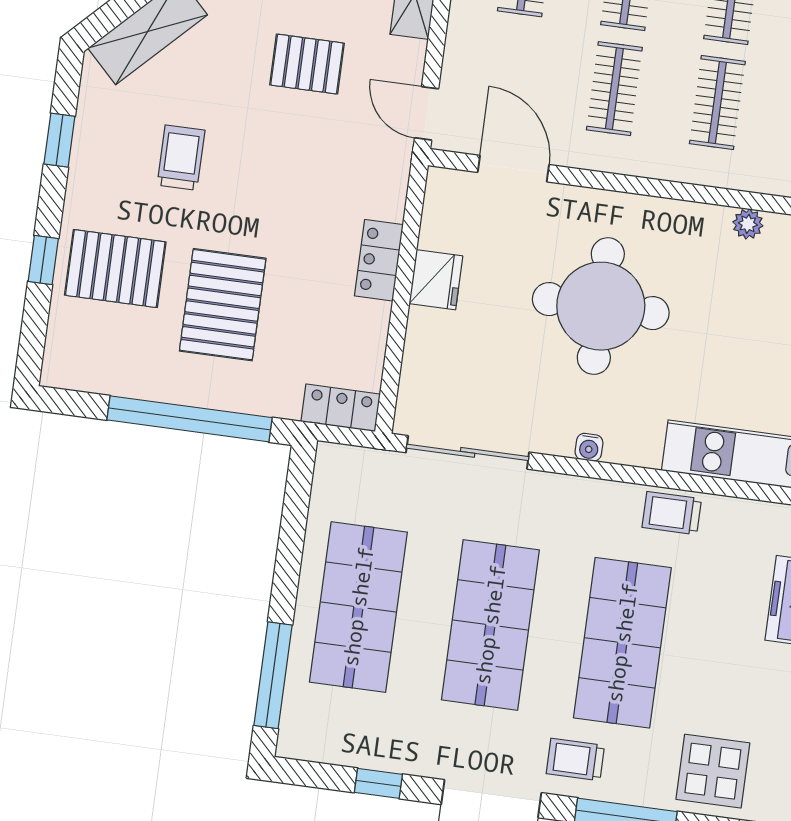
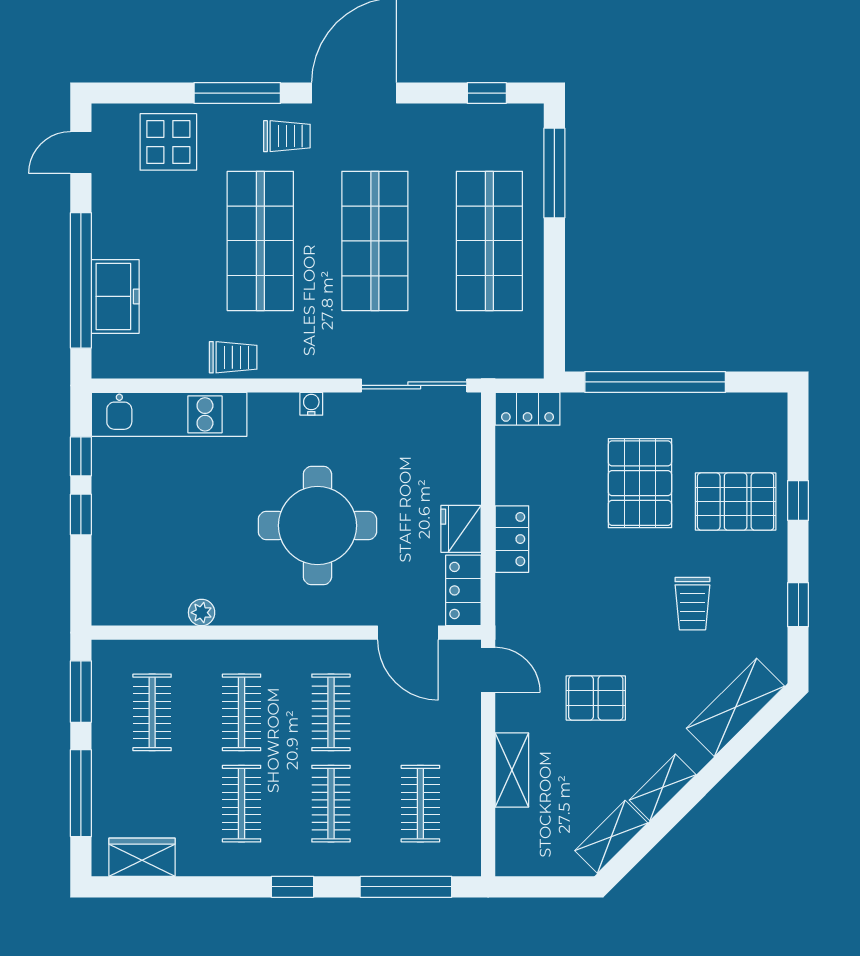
locker: (443, 209) -> (463, 590), added
window: (378, 783) -> (487, 93), moved

